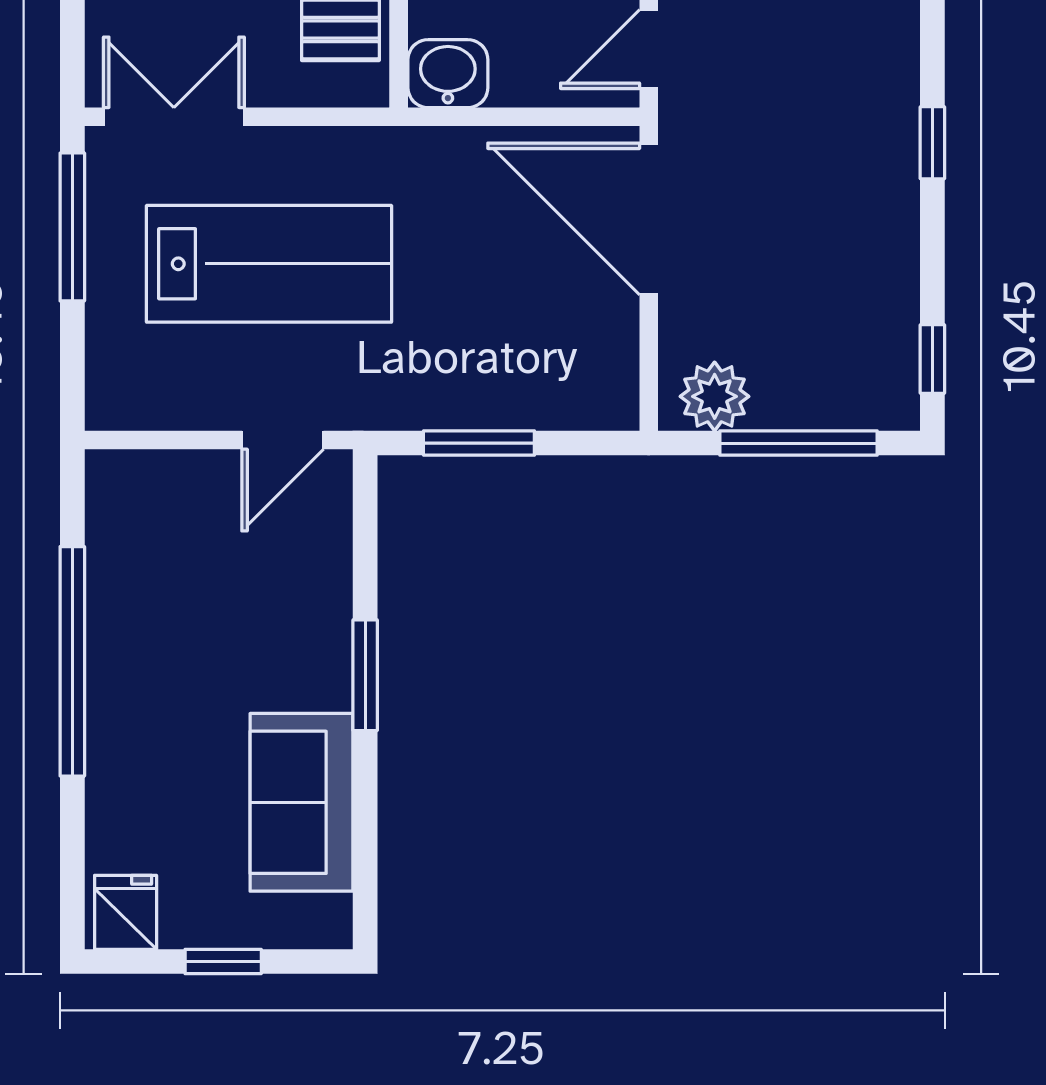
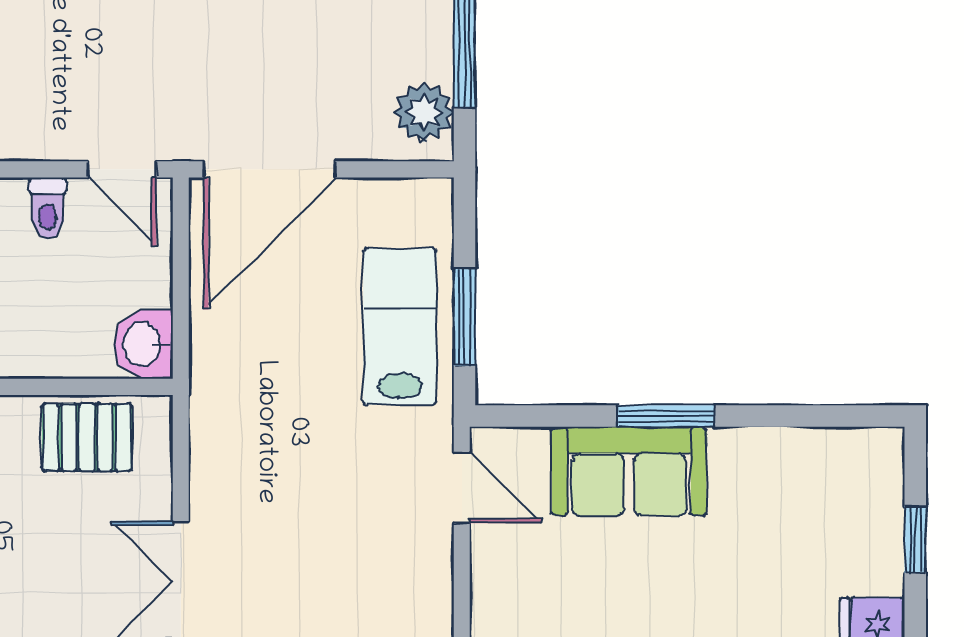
lab bench: (269, 264) -> (400, 327), moved, width x0.73, depth x0.72
sofa: (301, 802) -> (629, 471), moved

